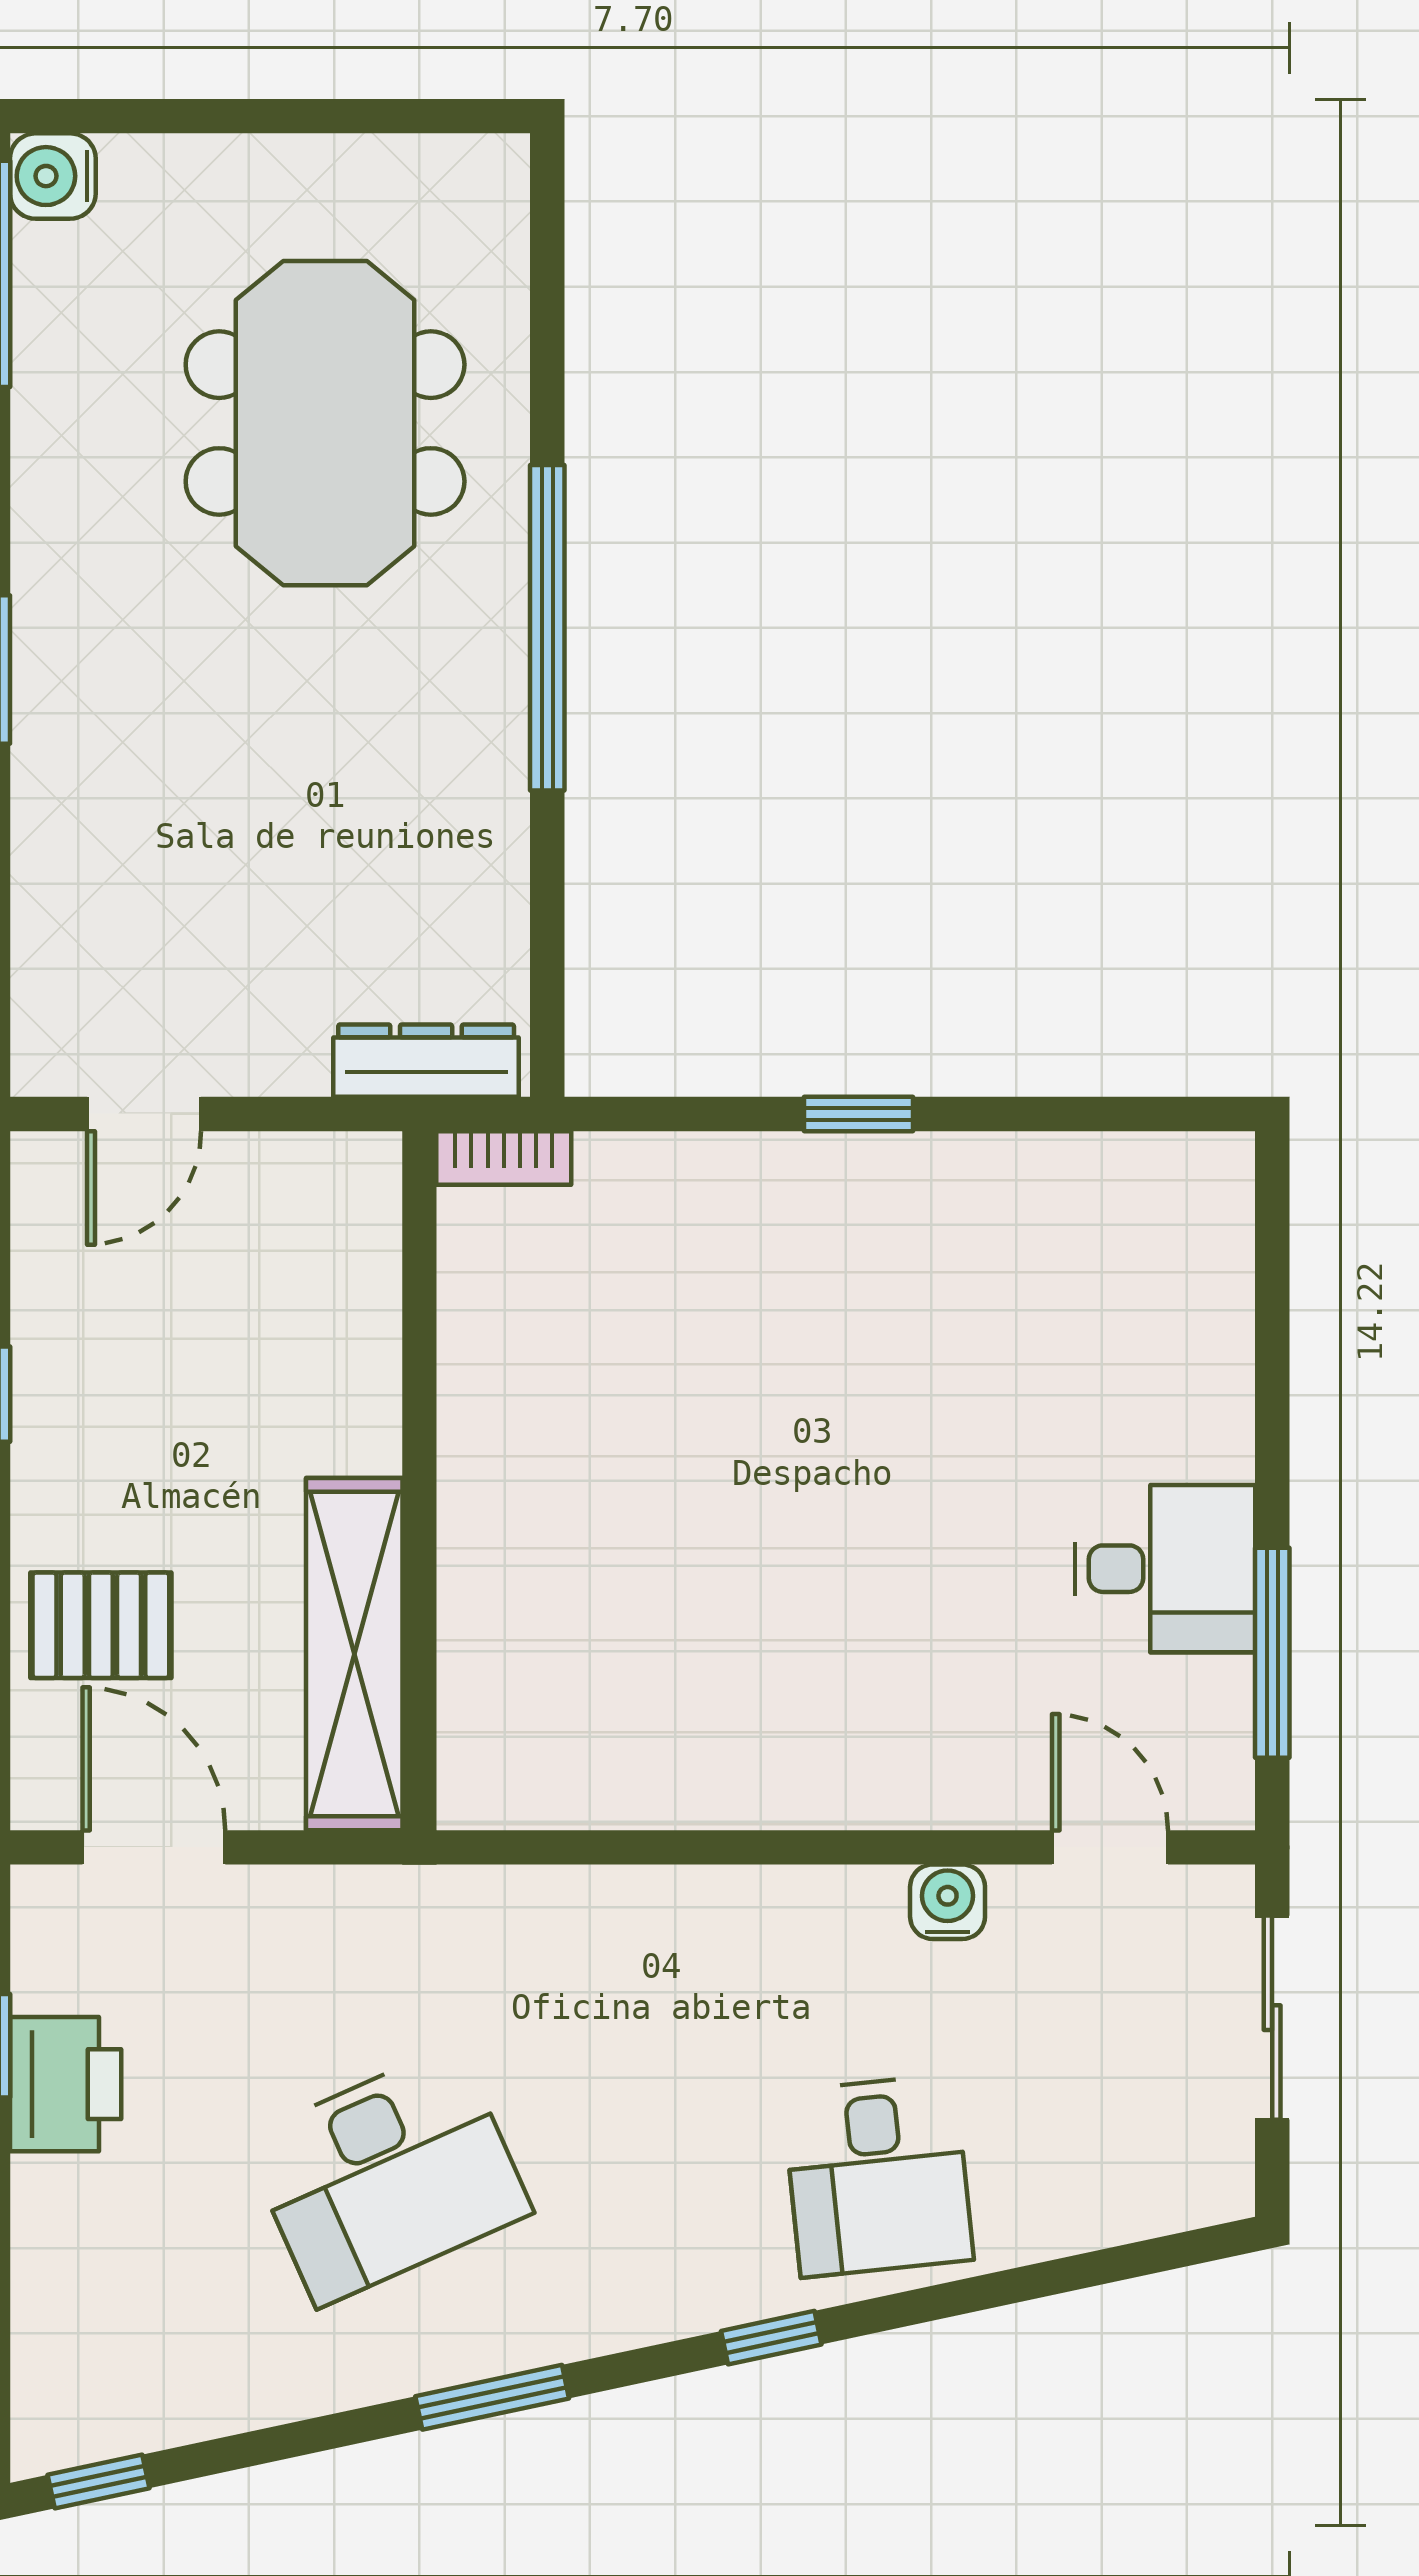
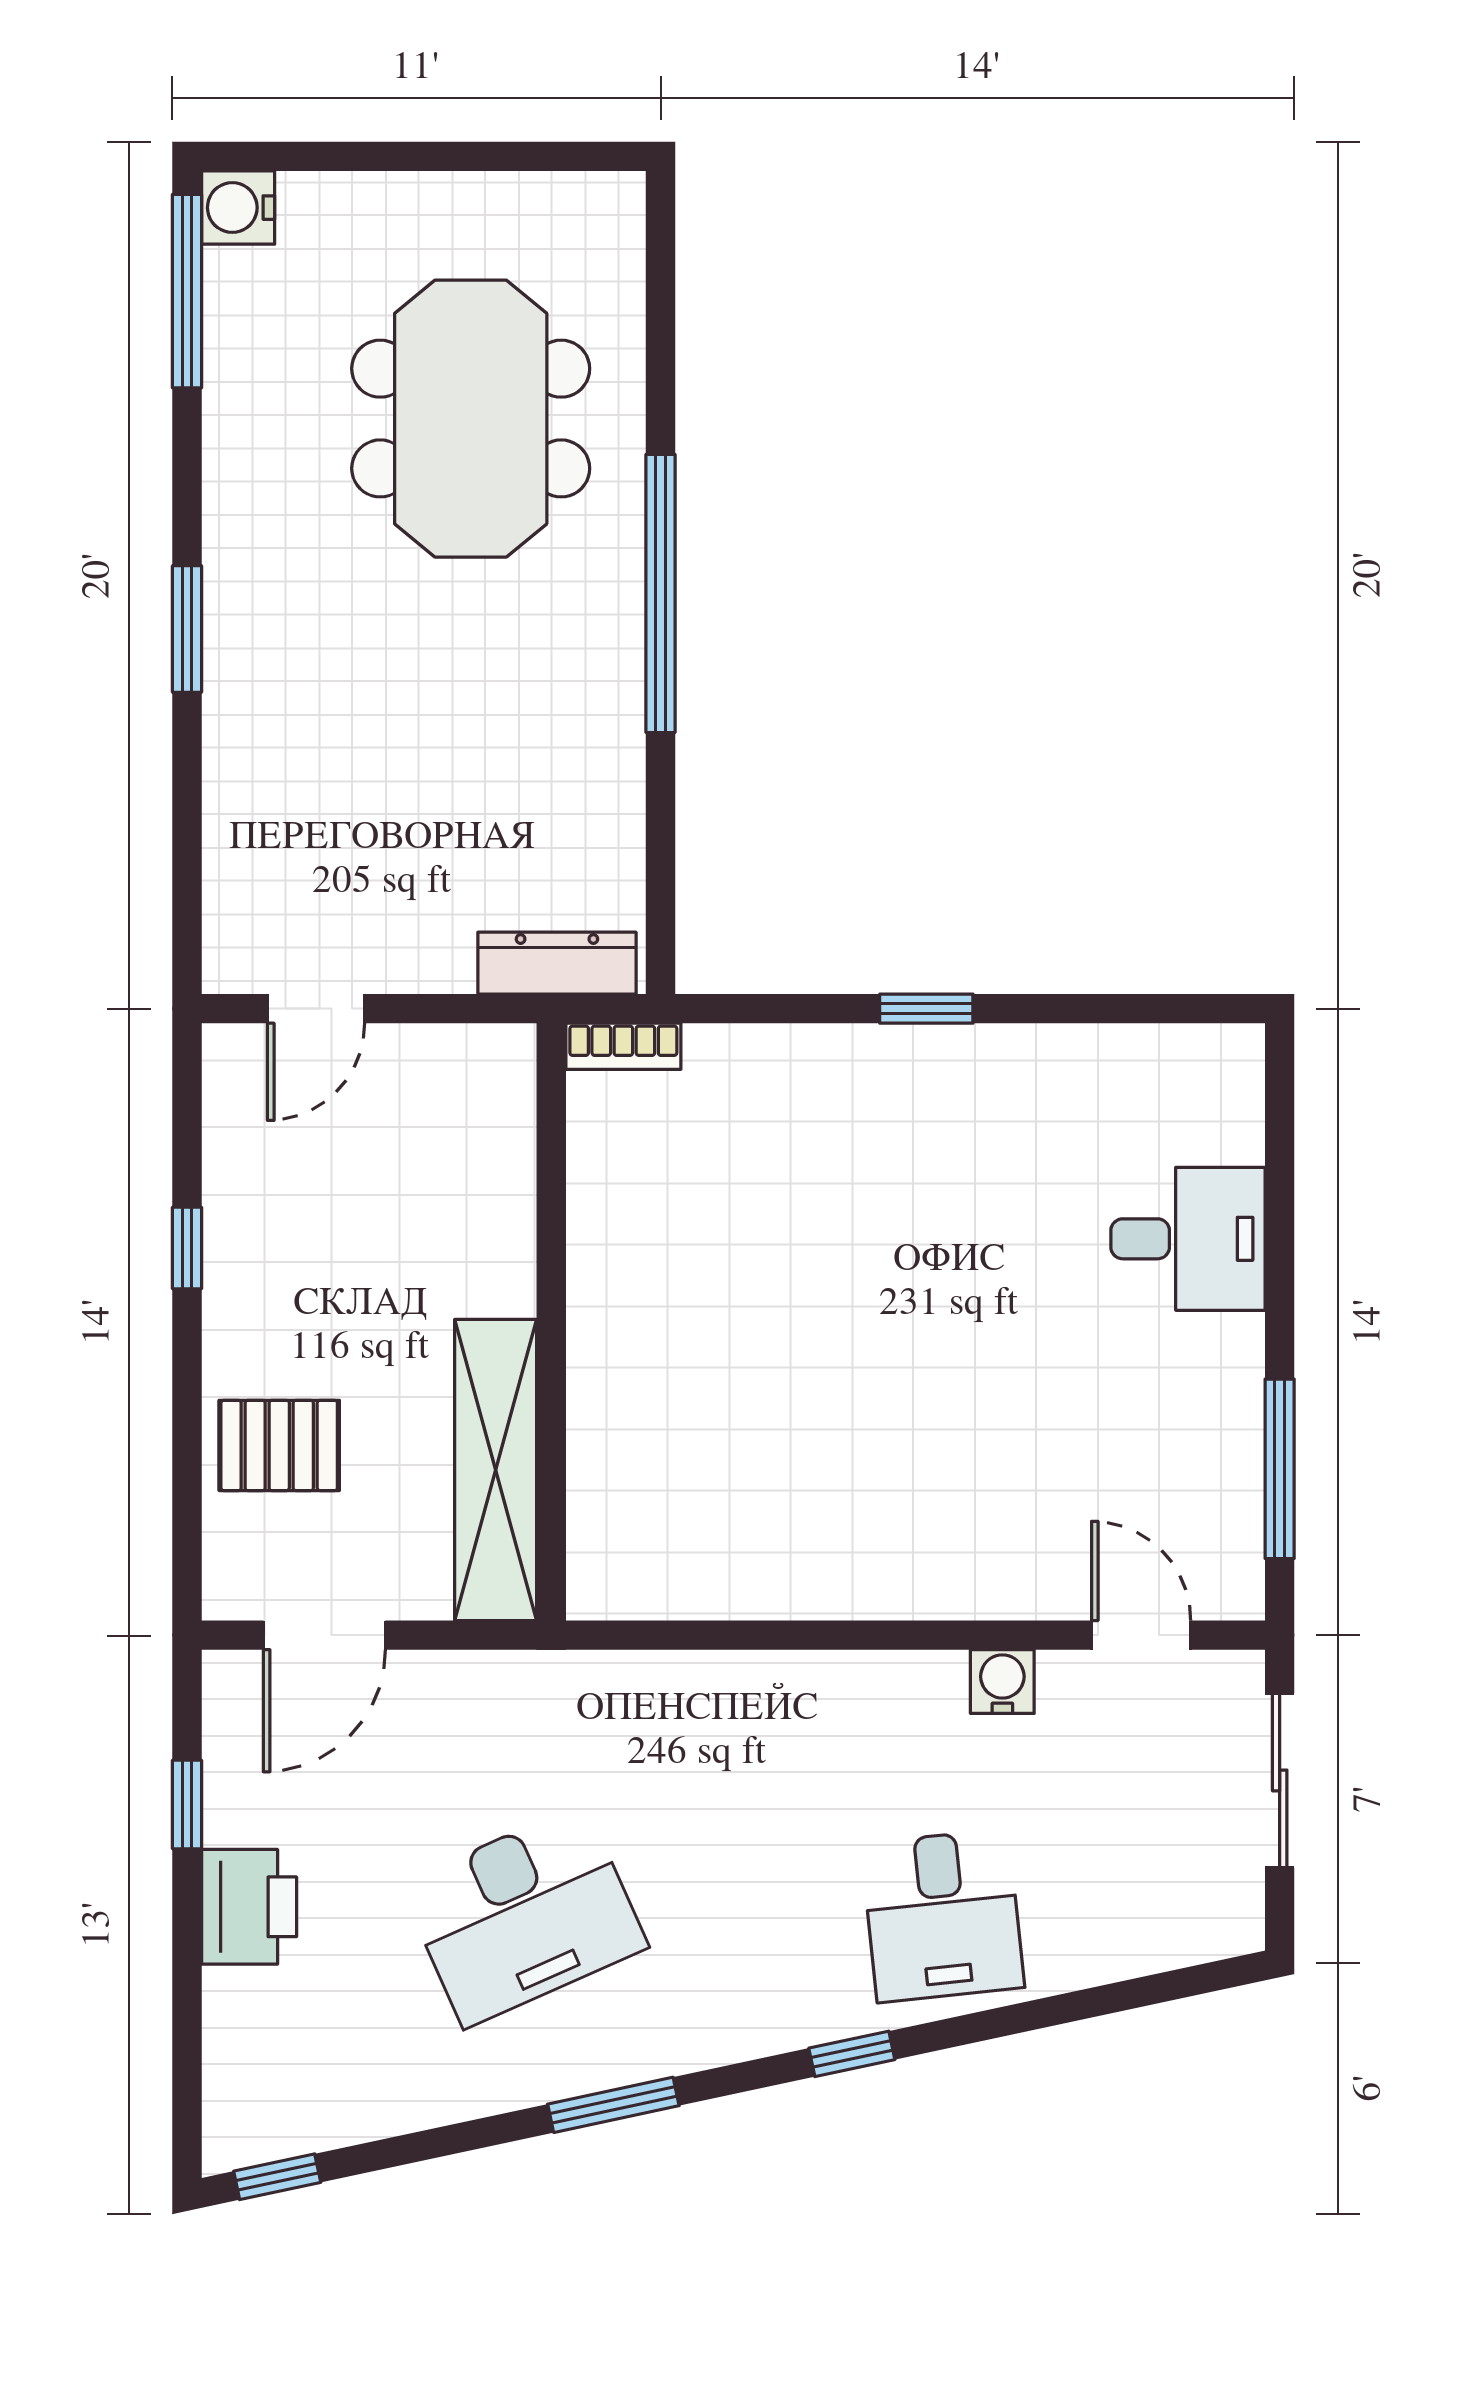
desk: (1165, 1569) -> (1188, 1239), moved
door: (154, 1847) -> (324, 1635), swing flipped
printer: (66, 2084) -> (249, 1907), moved

